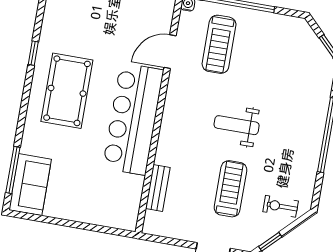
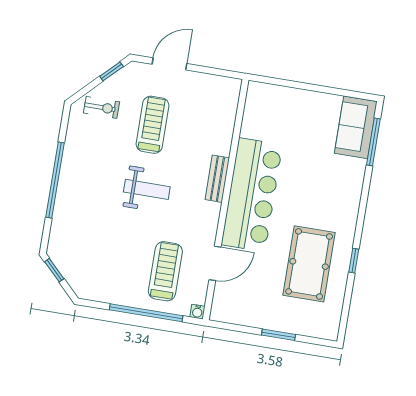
pool table: (67, 91) -> (309, 264), moved
bench: (158, 188) -> (217, 179), moved
treadmill: (230, 189) -> (152, 125), turned 180

